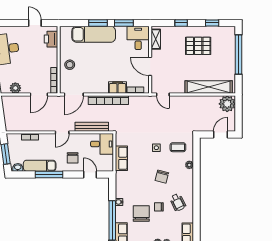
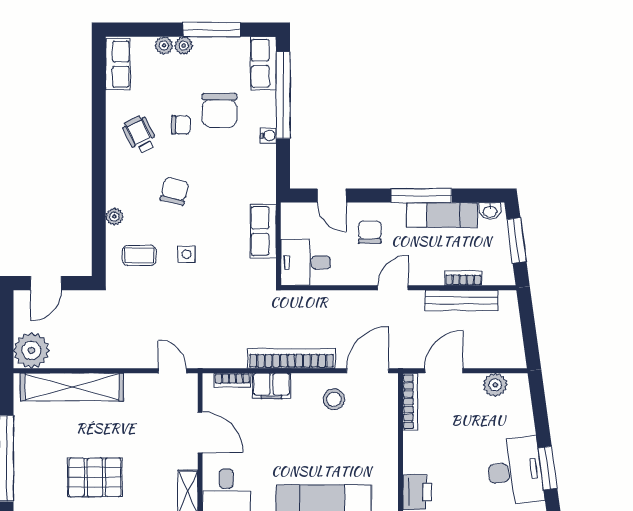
stool: (70, 65) -> (334, 399), moved
bench: (92, 127) -> (461, 300), moved

